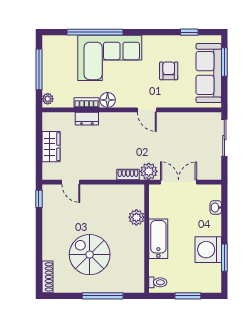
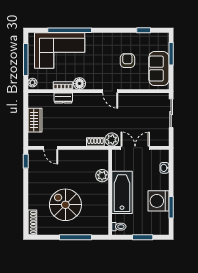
corner sofa: (110, 58) -> (60, 51), moved
sofa: (209, 73) -> (159, 69), width x0.73
bathtub: (158, 239) -> (122, 192), width x1.36, depth x1.36

